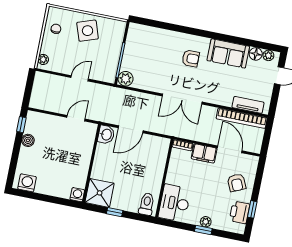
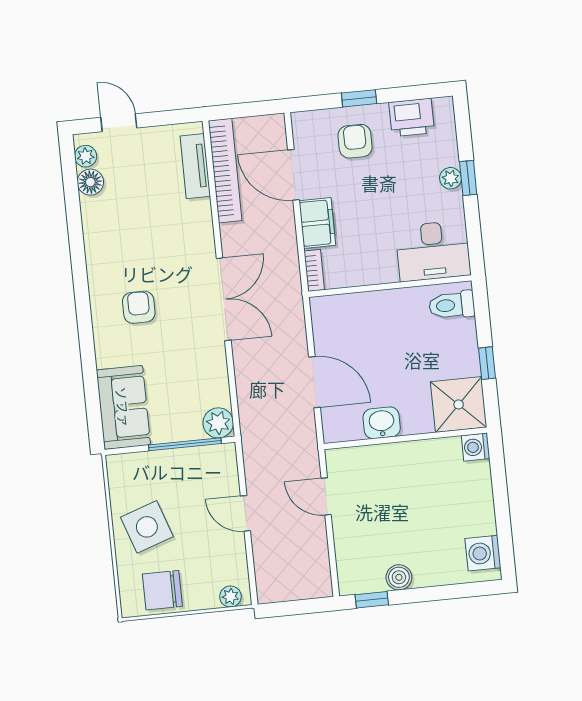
chair: (56, 29) -> (162, 590), width x1.87, depth x1.87
sofa: (228, 53) -> (123, 407), moved
washbasin: (106, 135) -> (382, 423), moved
door: (230, 149) -> (293, 175), hinge flipped
armchair: (237, 183) -> (355, 141), turned -66
window: (252, 209) -> (359, 98), moved

